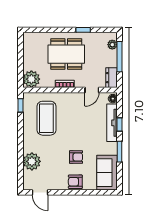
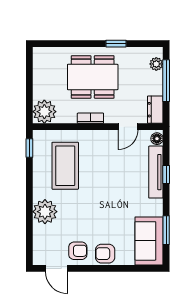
window: (119, 152) -> (166, 230), moved
armchair: (76, 157) -> (78, 251), moved
plant: (32, 161) -> (45, 212), moved

